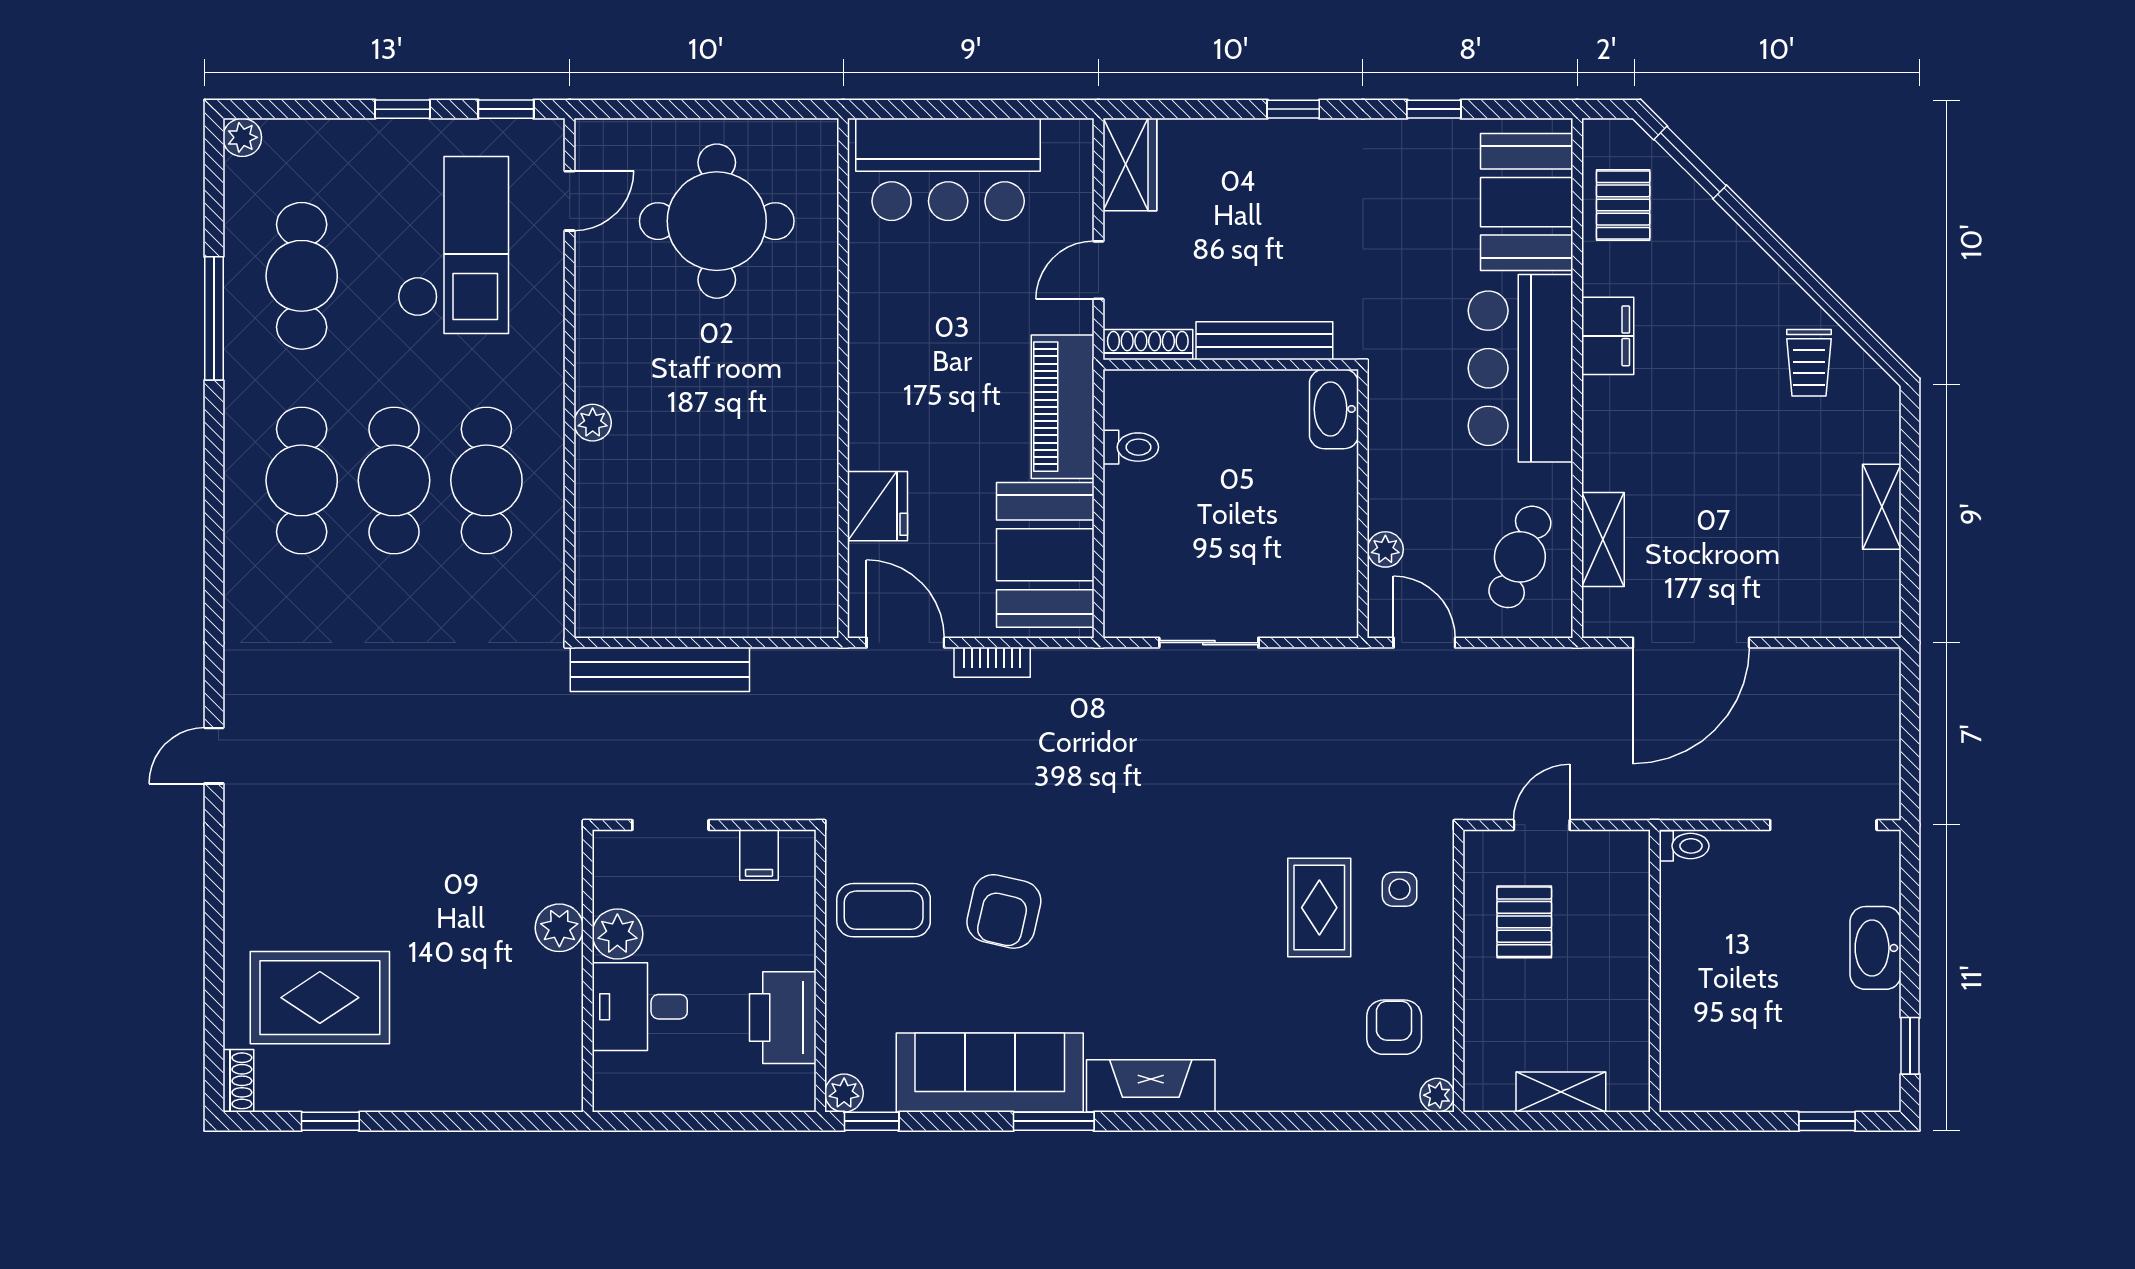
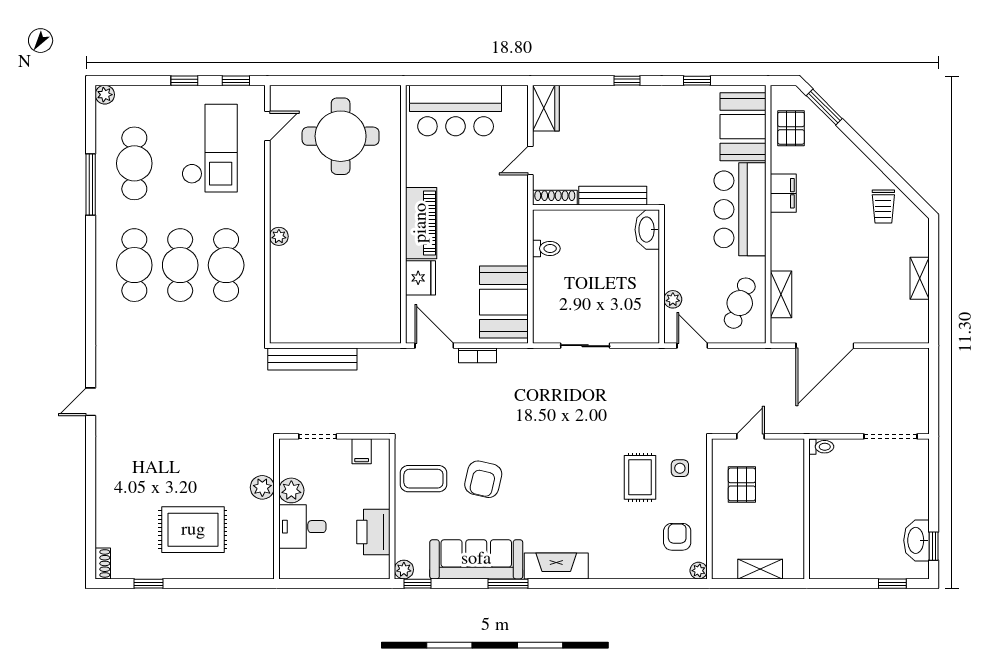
piano: (1063, 407) -> (421, 223), moved, turned 180
washbasin: (1876, 948) -> (916, 540), moved
rug: (320, 998) -> (193, 530), moved

